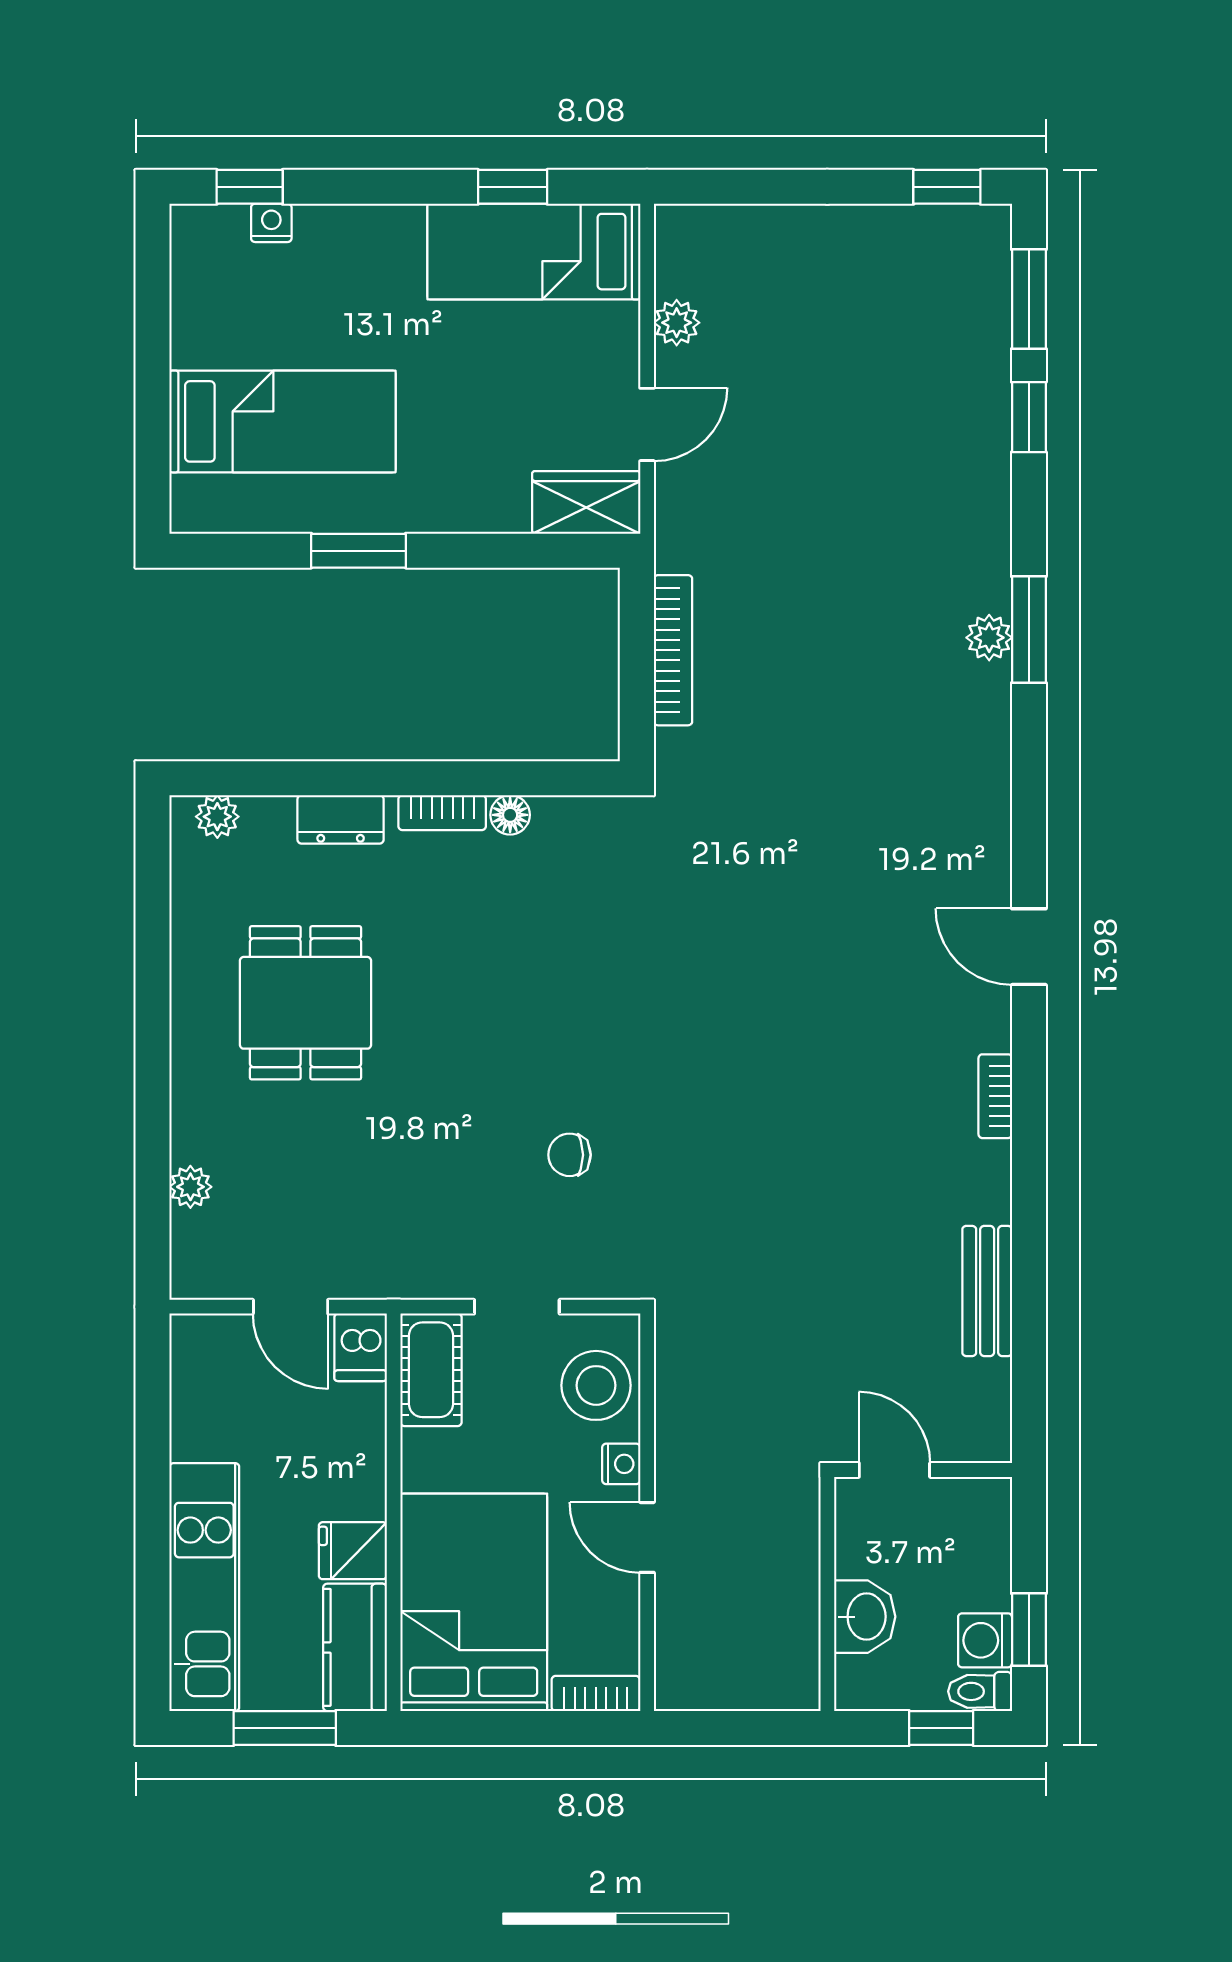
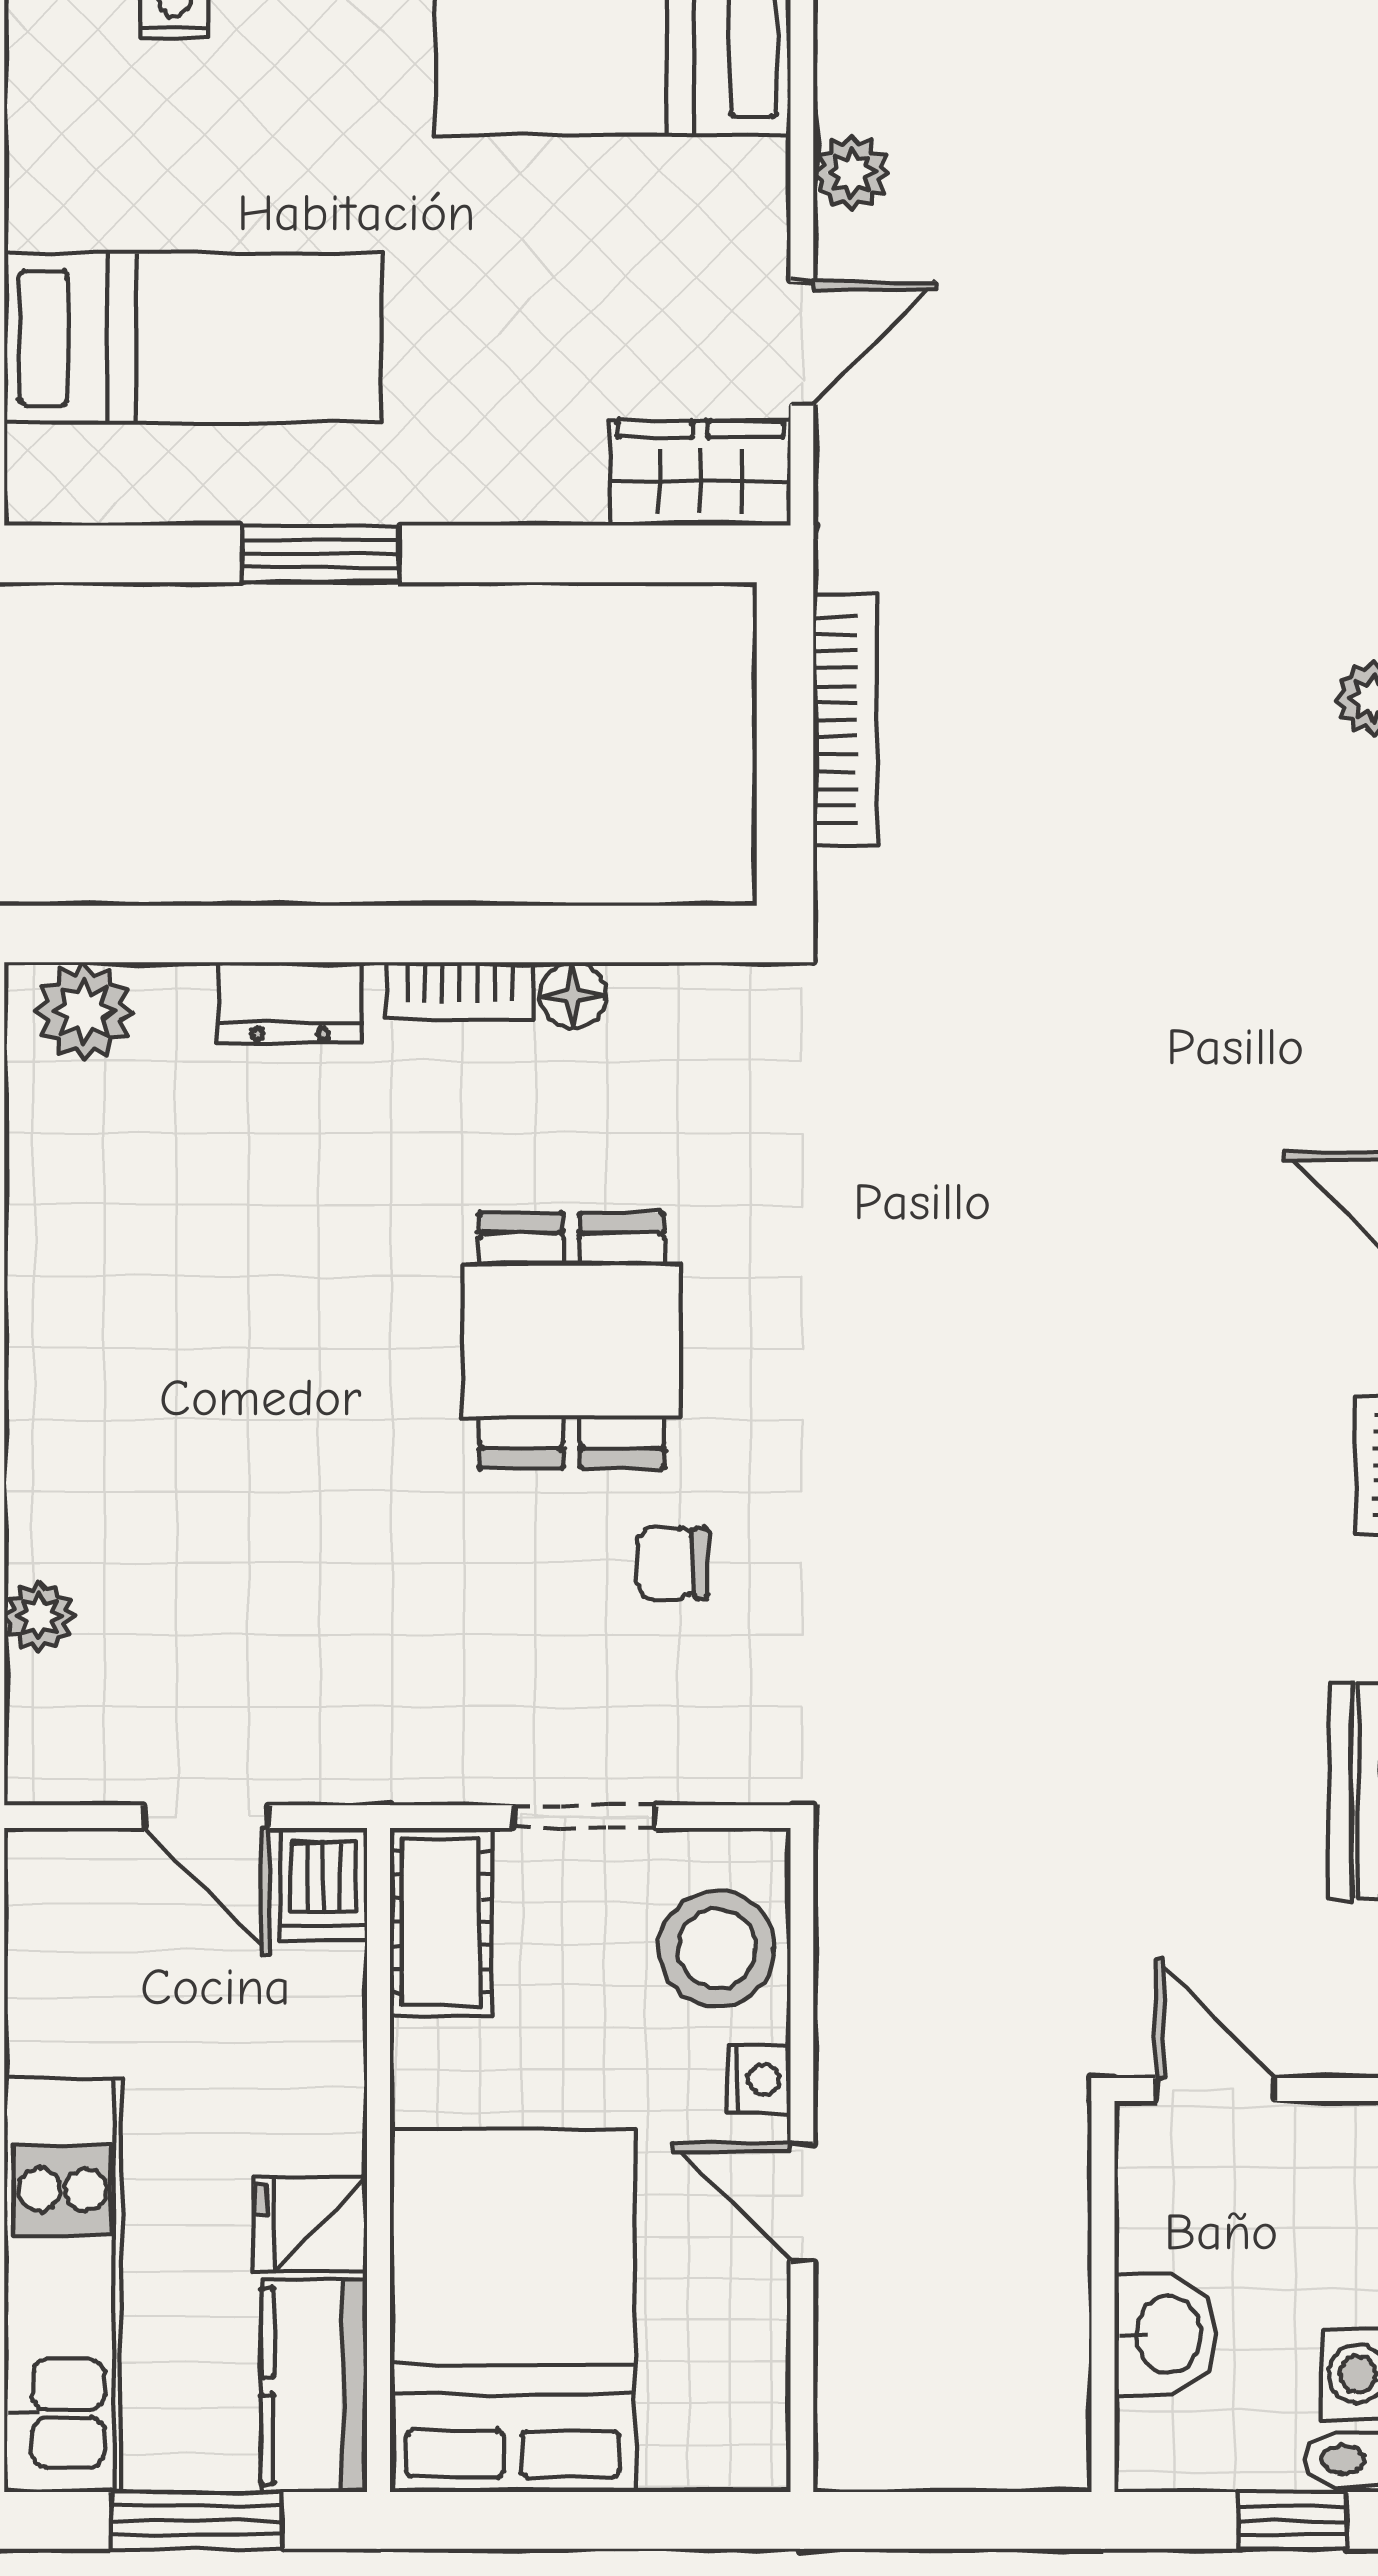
plant: (217, 817) -> (84, 1011), width x1.38, depth x1.38
dining table: (305, 1003) -> (572, 1341), moved
bookcase: (596, 1693) -> (716, 2463), removed

